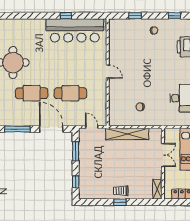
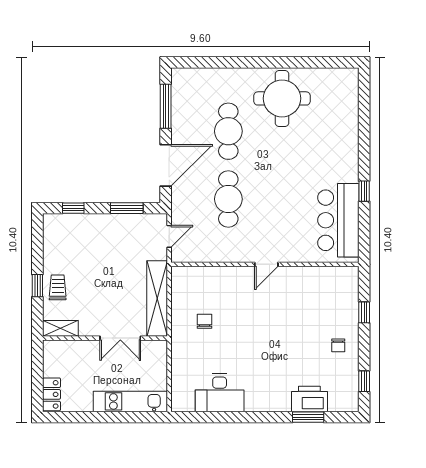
bar counter: (75, 30) -> (338, 220), width x0.73
double door: (163, 155) -> (120, 338), moved
wall: (163, 164) -> (105, 338), moved
shelving: (157, 189) -> (60, 328), moved

